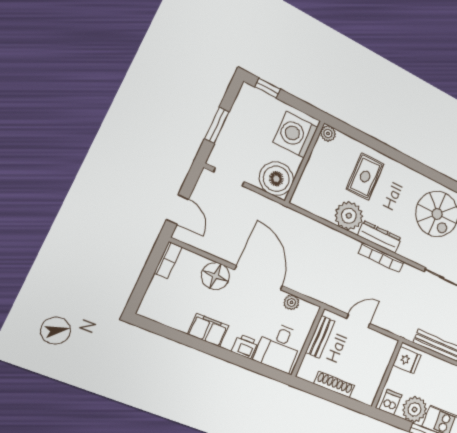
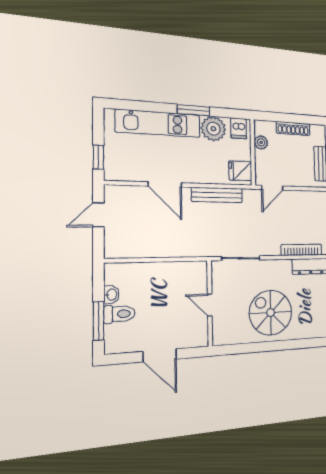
door: (358, 321) -> (272, 188), moved
plant: (374, 381) -> (261, 142), added

